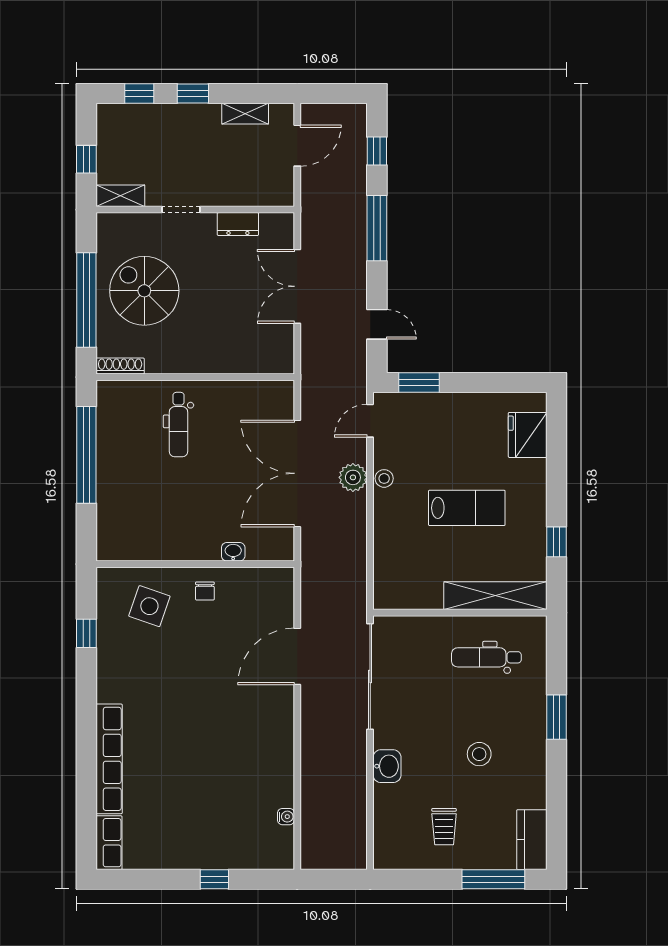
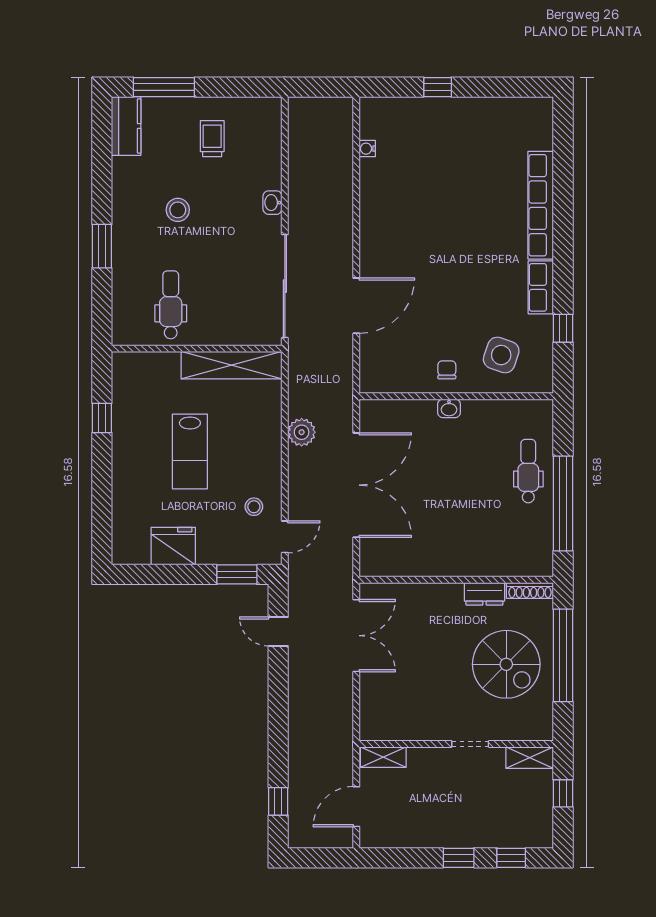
shelving: (245, 114) -> (383, 757), moved
dresser: (238, 224) -> (484, 594), moved, turned 180
window: (377, 228) -> (278, 726), removed
double door: (297, 286) -> (356, 636), moved
dental chair: (179, 425) -> (528, 471), moved
fridge: (528, 435) -> (173, 546), moved, turned -90
plant: (353, 477) -> (302, 432), moved
stool: (384, 478) -> (254, 507), moved
lab bench: (467, 508) -> (190, 451), turned -90
washbasin: (233, 552) -> (449, 408), moved
shelving: (495, 596) -> (232, 365), moved
dental chair: (486, 657) -> (171, 305), turned -90
washbasin: (387, 766) -> (272, 203), width x0.72, depth x0.69
row of seats: (109, 843) -> (541, 287), moved

